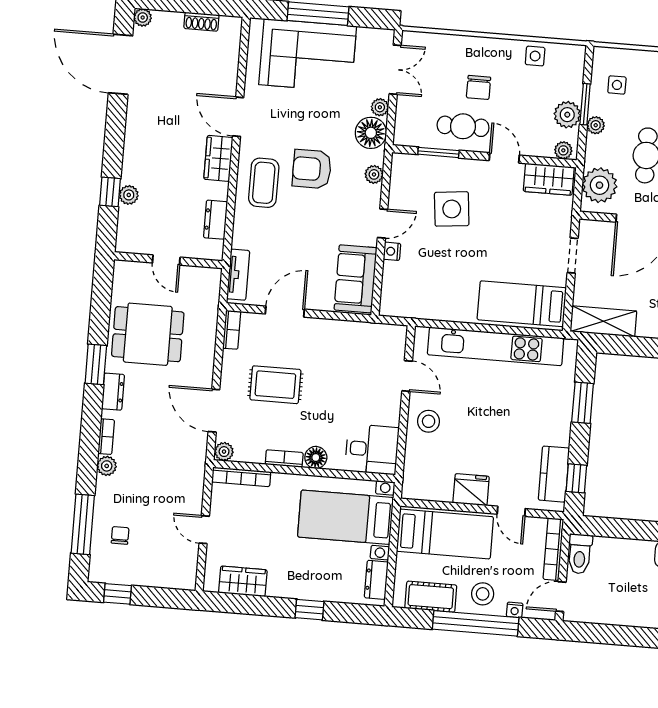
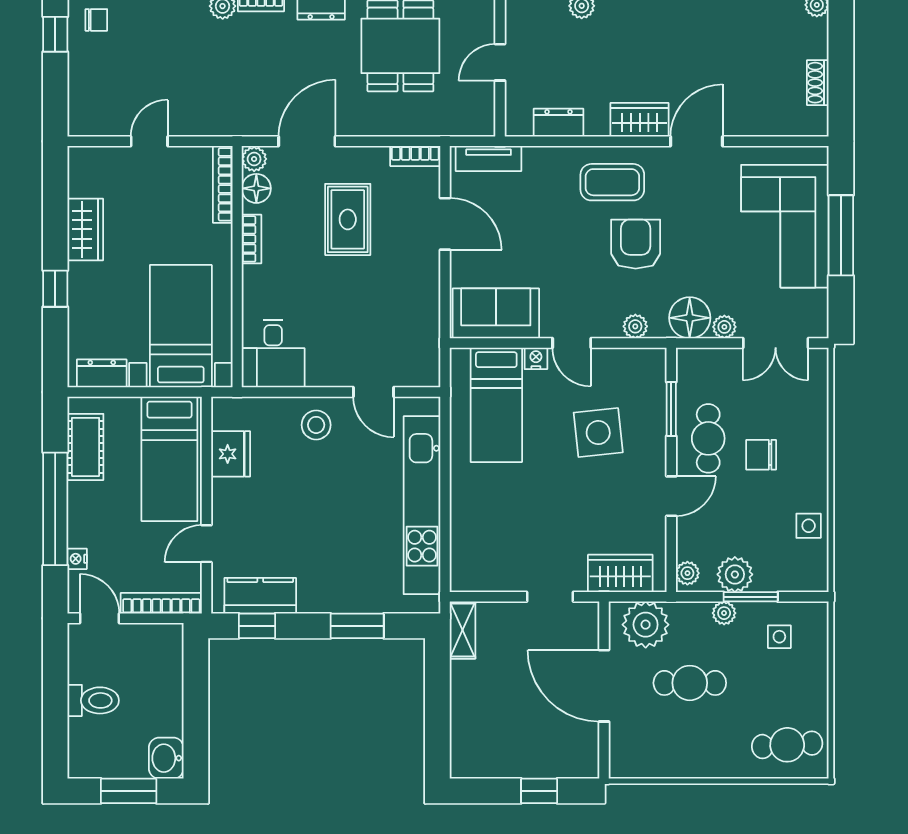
wardrobe: (549, 179) -> (620, 573), moved, turned 90
bed: (522, 304) -> (496, 405), moved, turned 180
shelving: (603, 321) -> (462, 630), width x0.67, depth x0.75
door: (407, 376) -> (374, 392), hinge flipped
floor lamp: (316, 457) -> (256, 188), moved
fridge: (471, 490) -> (231, 454), moved
chair: (120, 535) -> (96, 20), moved
toilet: (580, 554) -> (93, 700), moved, turned 180
wardrobe: (243, 581) -> (85, 229), moved
stool: (483, 594) -> (95, 515), removed

